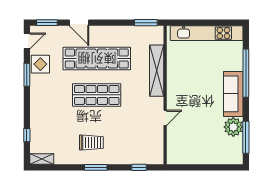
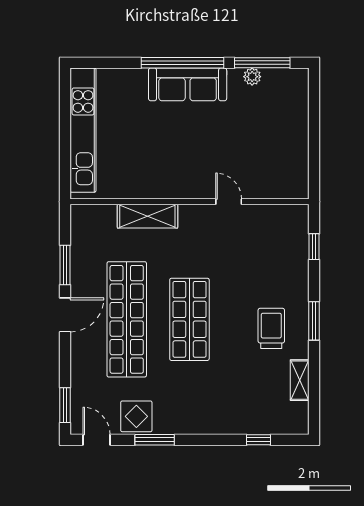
door: (79, 23) -> (65, 315), moved
window: (146, 23) -> (65, 265), moved
shelving: (157, 71) -> (147, 216), width x0.68
window: (246, 73) -> (183, 63), moved
plant: (233, 127) -> (252, 77), width x0.53, depth x0.53
shelving: (42, 159) -> (300, 380), moved

